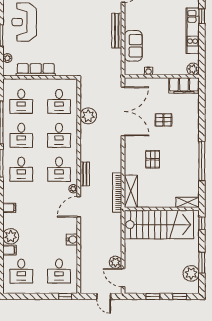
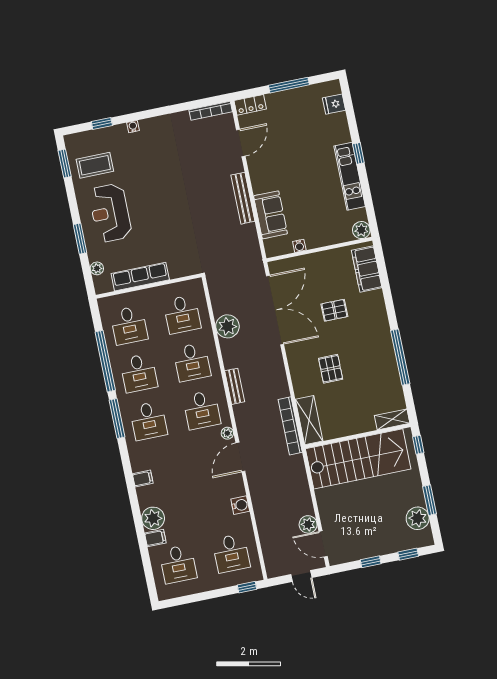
filing cabinet: (184, 85) -> (367, 269), moved, turned 90
bench: (85, 174) -> (235, 386), moved

